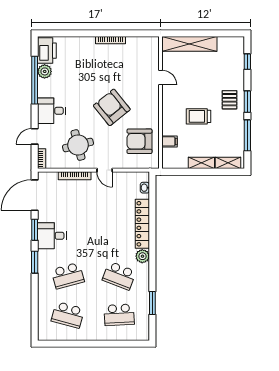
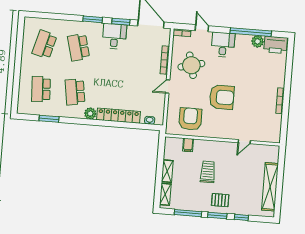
shelving: (189, 44) -> (270, 187), moved
window: (247, 62) -> (241, 217), moved
armchair: (112, 107) -> (222, 97), turned 39
school desk: (119, 276) -> (75, 92), turned -30

